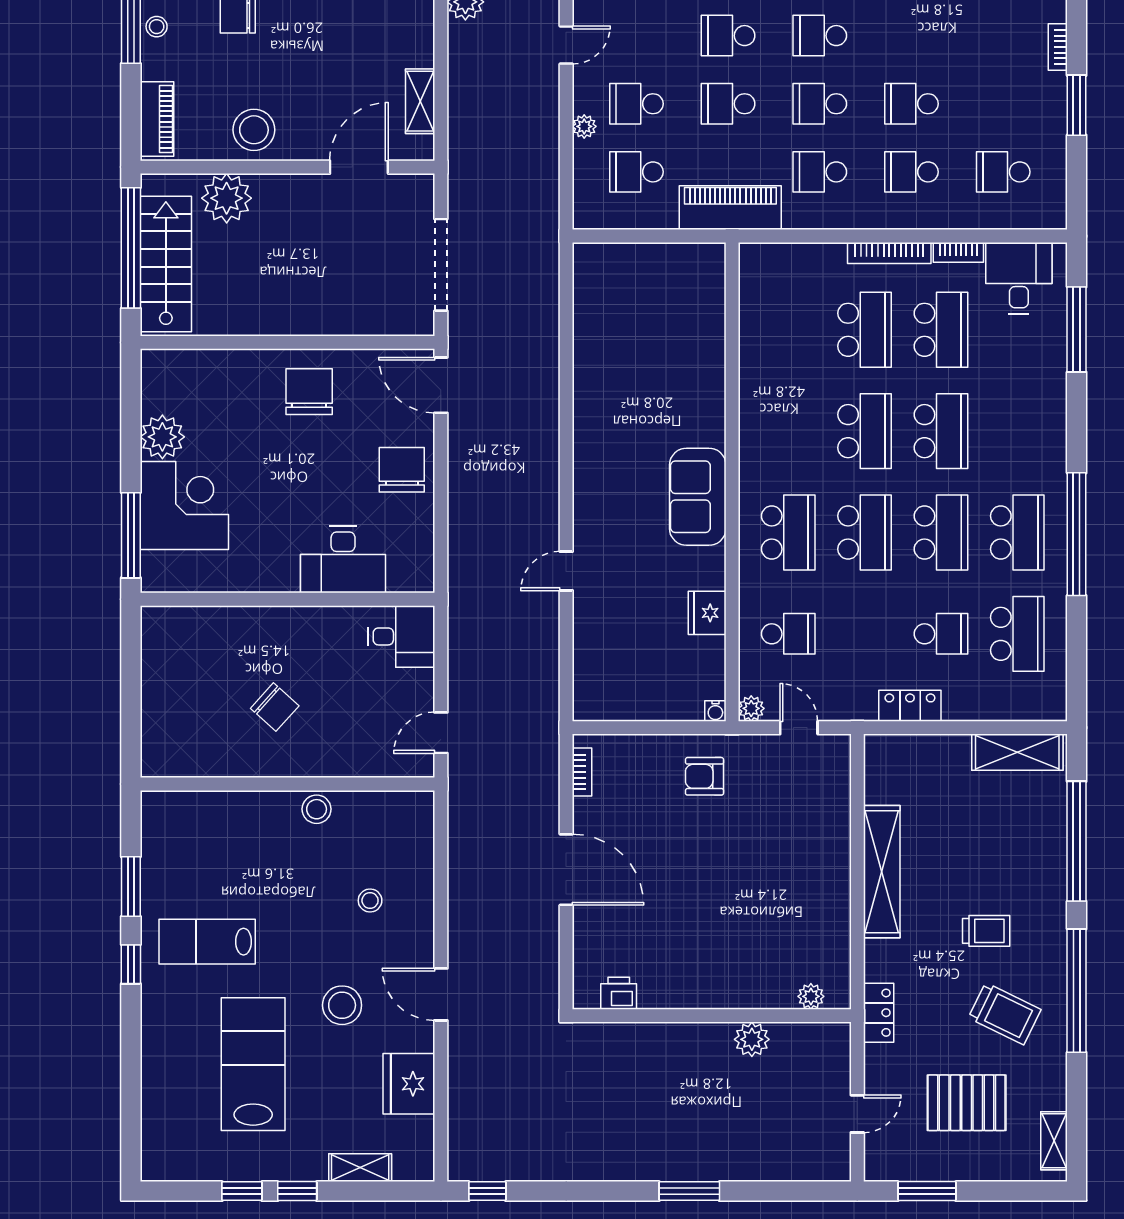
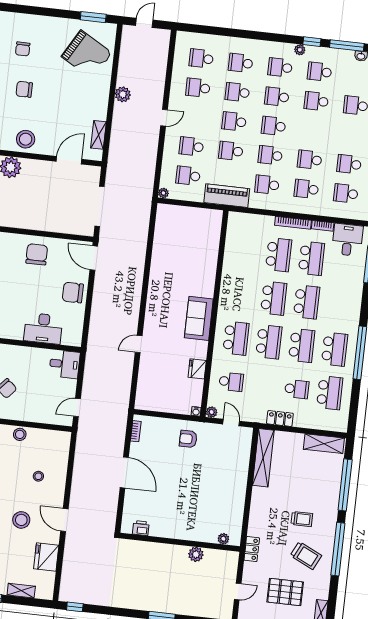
school desk: (1003, 104) -> (349, 164), added
plant: (584, 126) -> (163, 193), moved
chair: (402, 470) -> (73, 293), turned -90
shelving: (882, 872) -> (263, 458), moved

